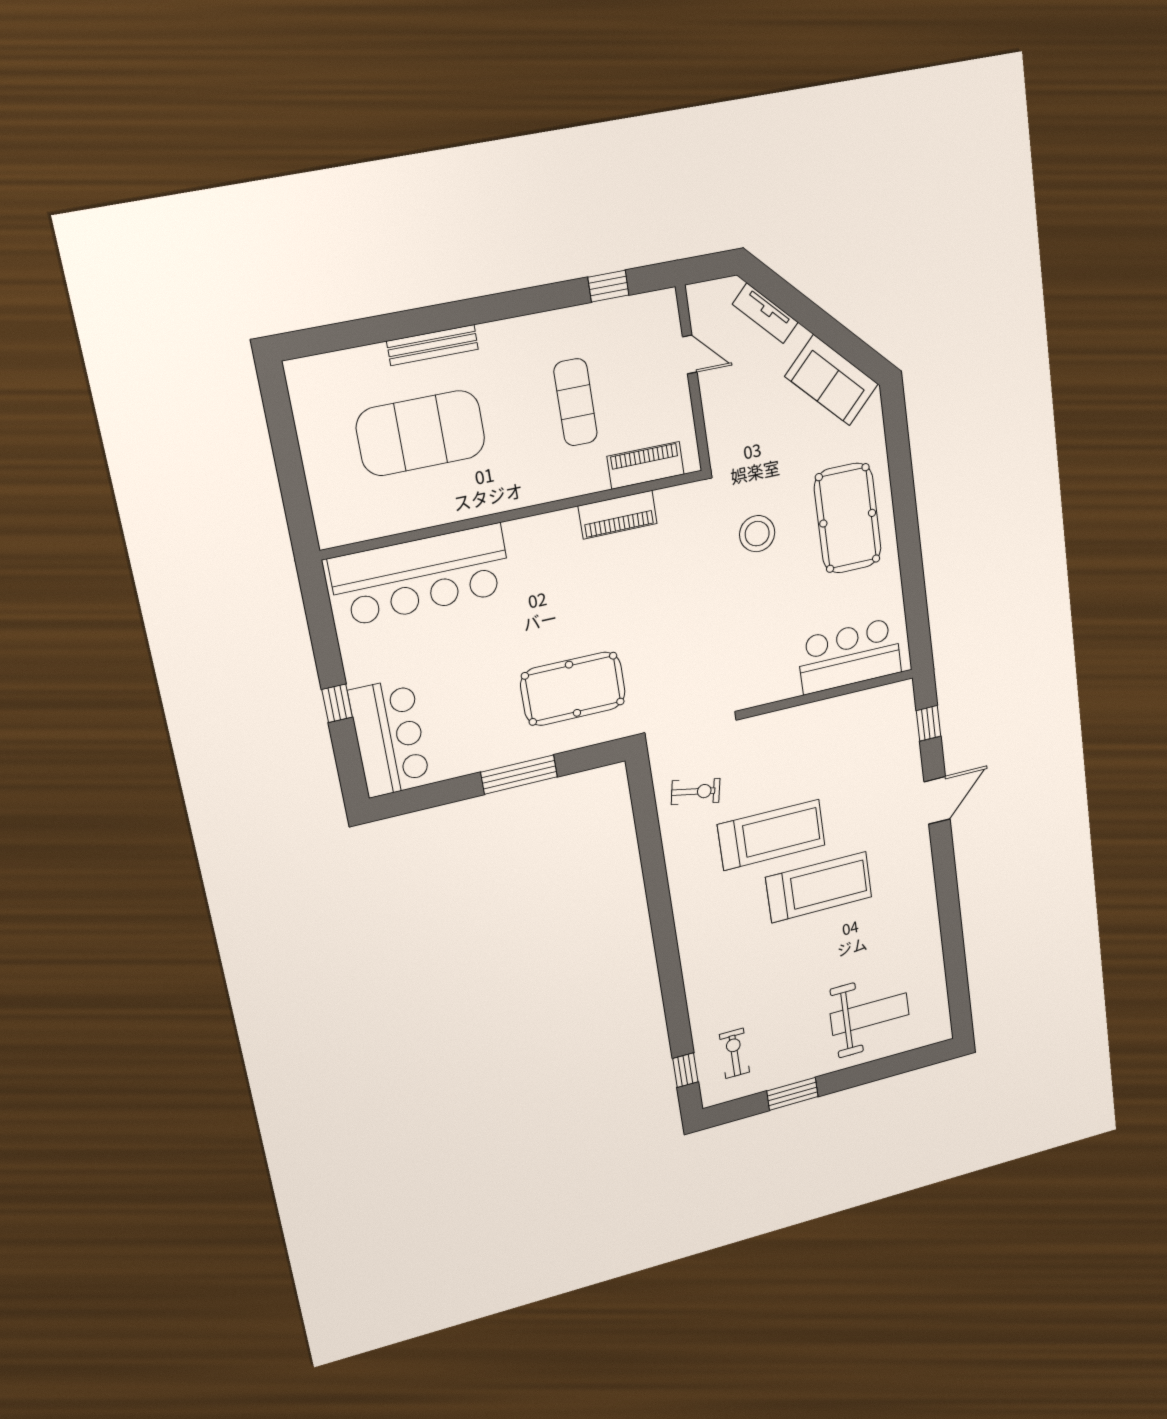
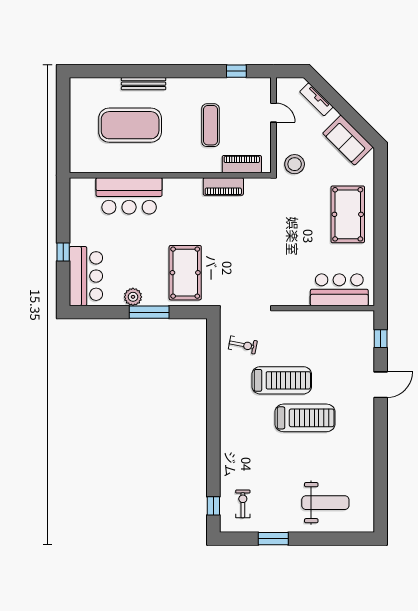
stool: (757, 534) -> (295, 164), moved
bar counter: (421, 575) -> (129, 196), width x0.73
pool table: (573, 689) -> (185, 273), turned 90
plant: (485, 755) -> (133, 297), added

